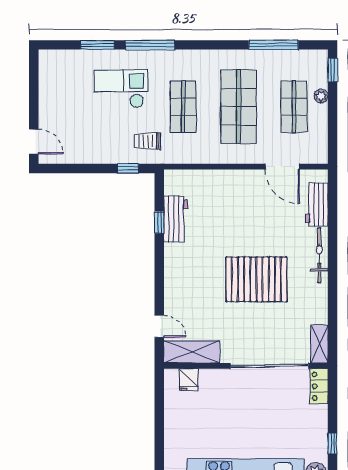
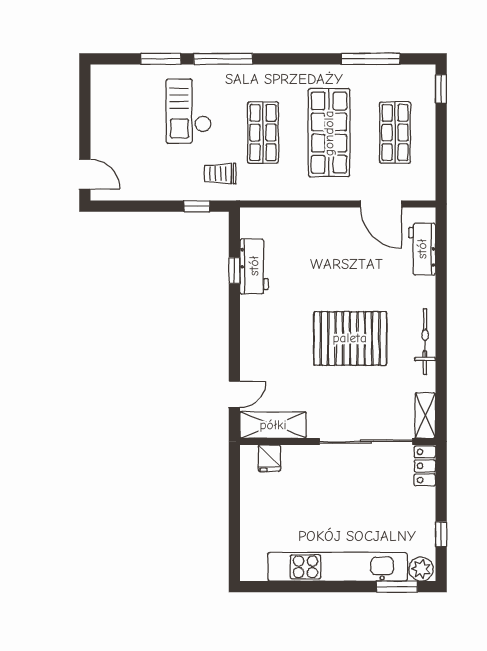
checkout: (121, 89) -> (189, 111), turned -90
plant: (321, 96) -> (427, 120), removed
bicycle: (319, 255) -> (425, 342), moved
door: (159, 326) -> (234, 394), hinge flipped

